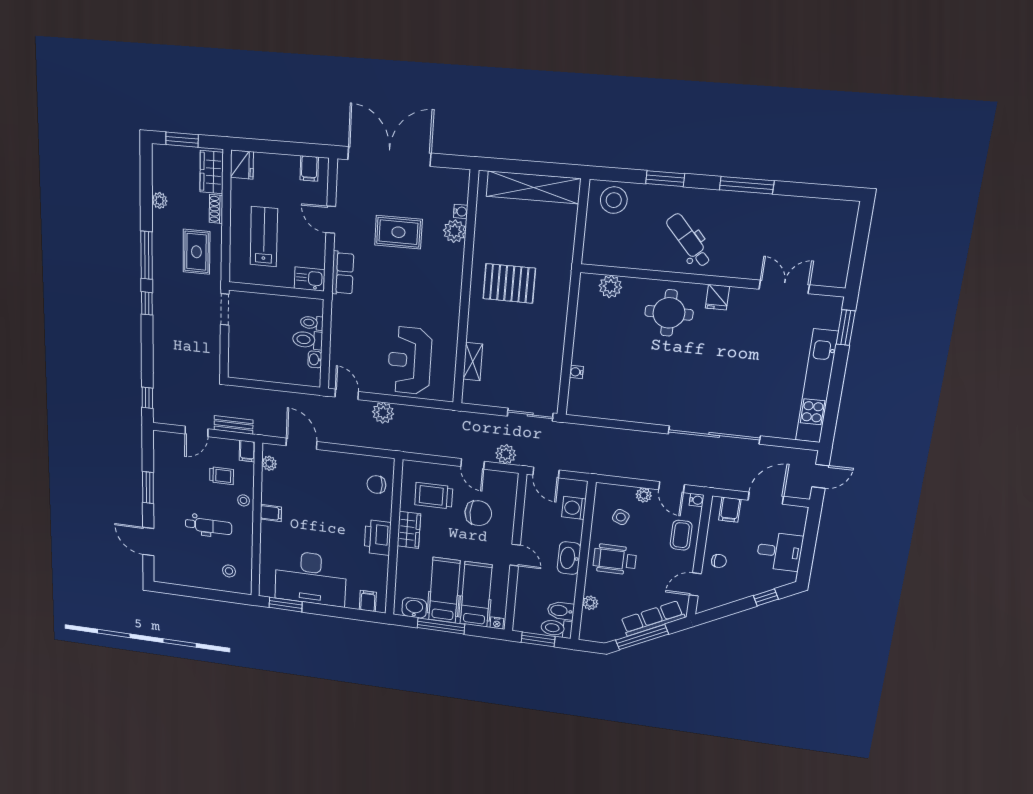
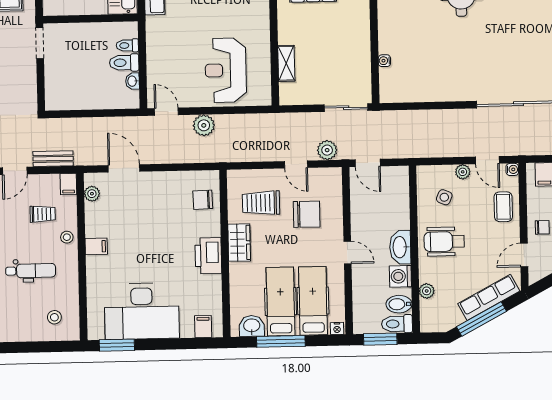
washing machine: (574, 508) -> (400, 276), moved

